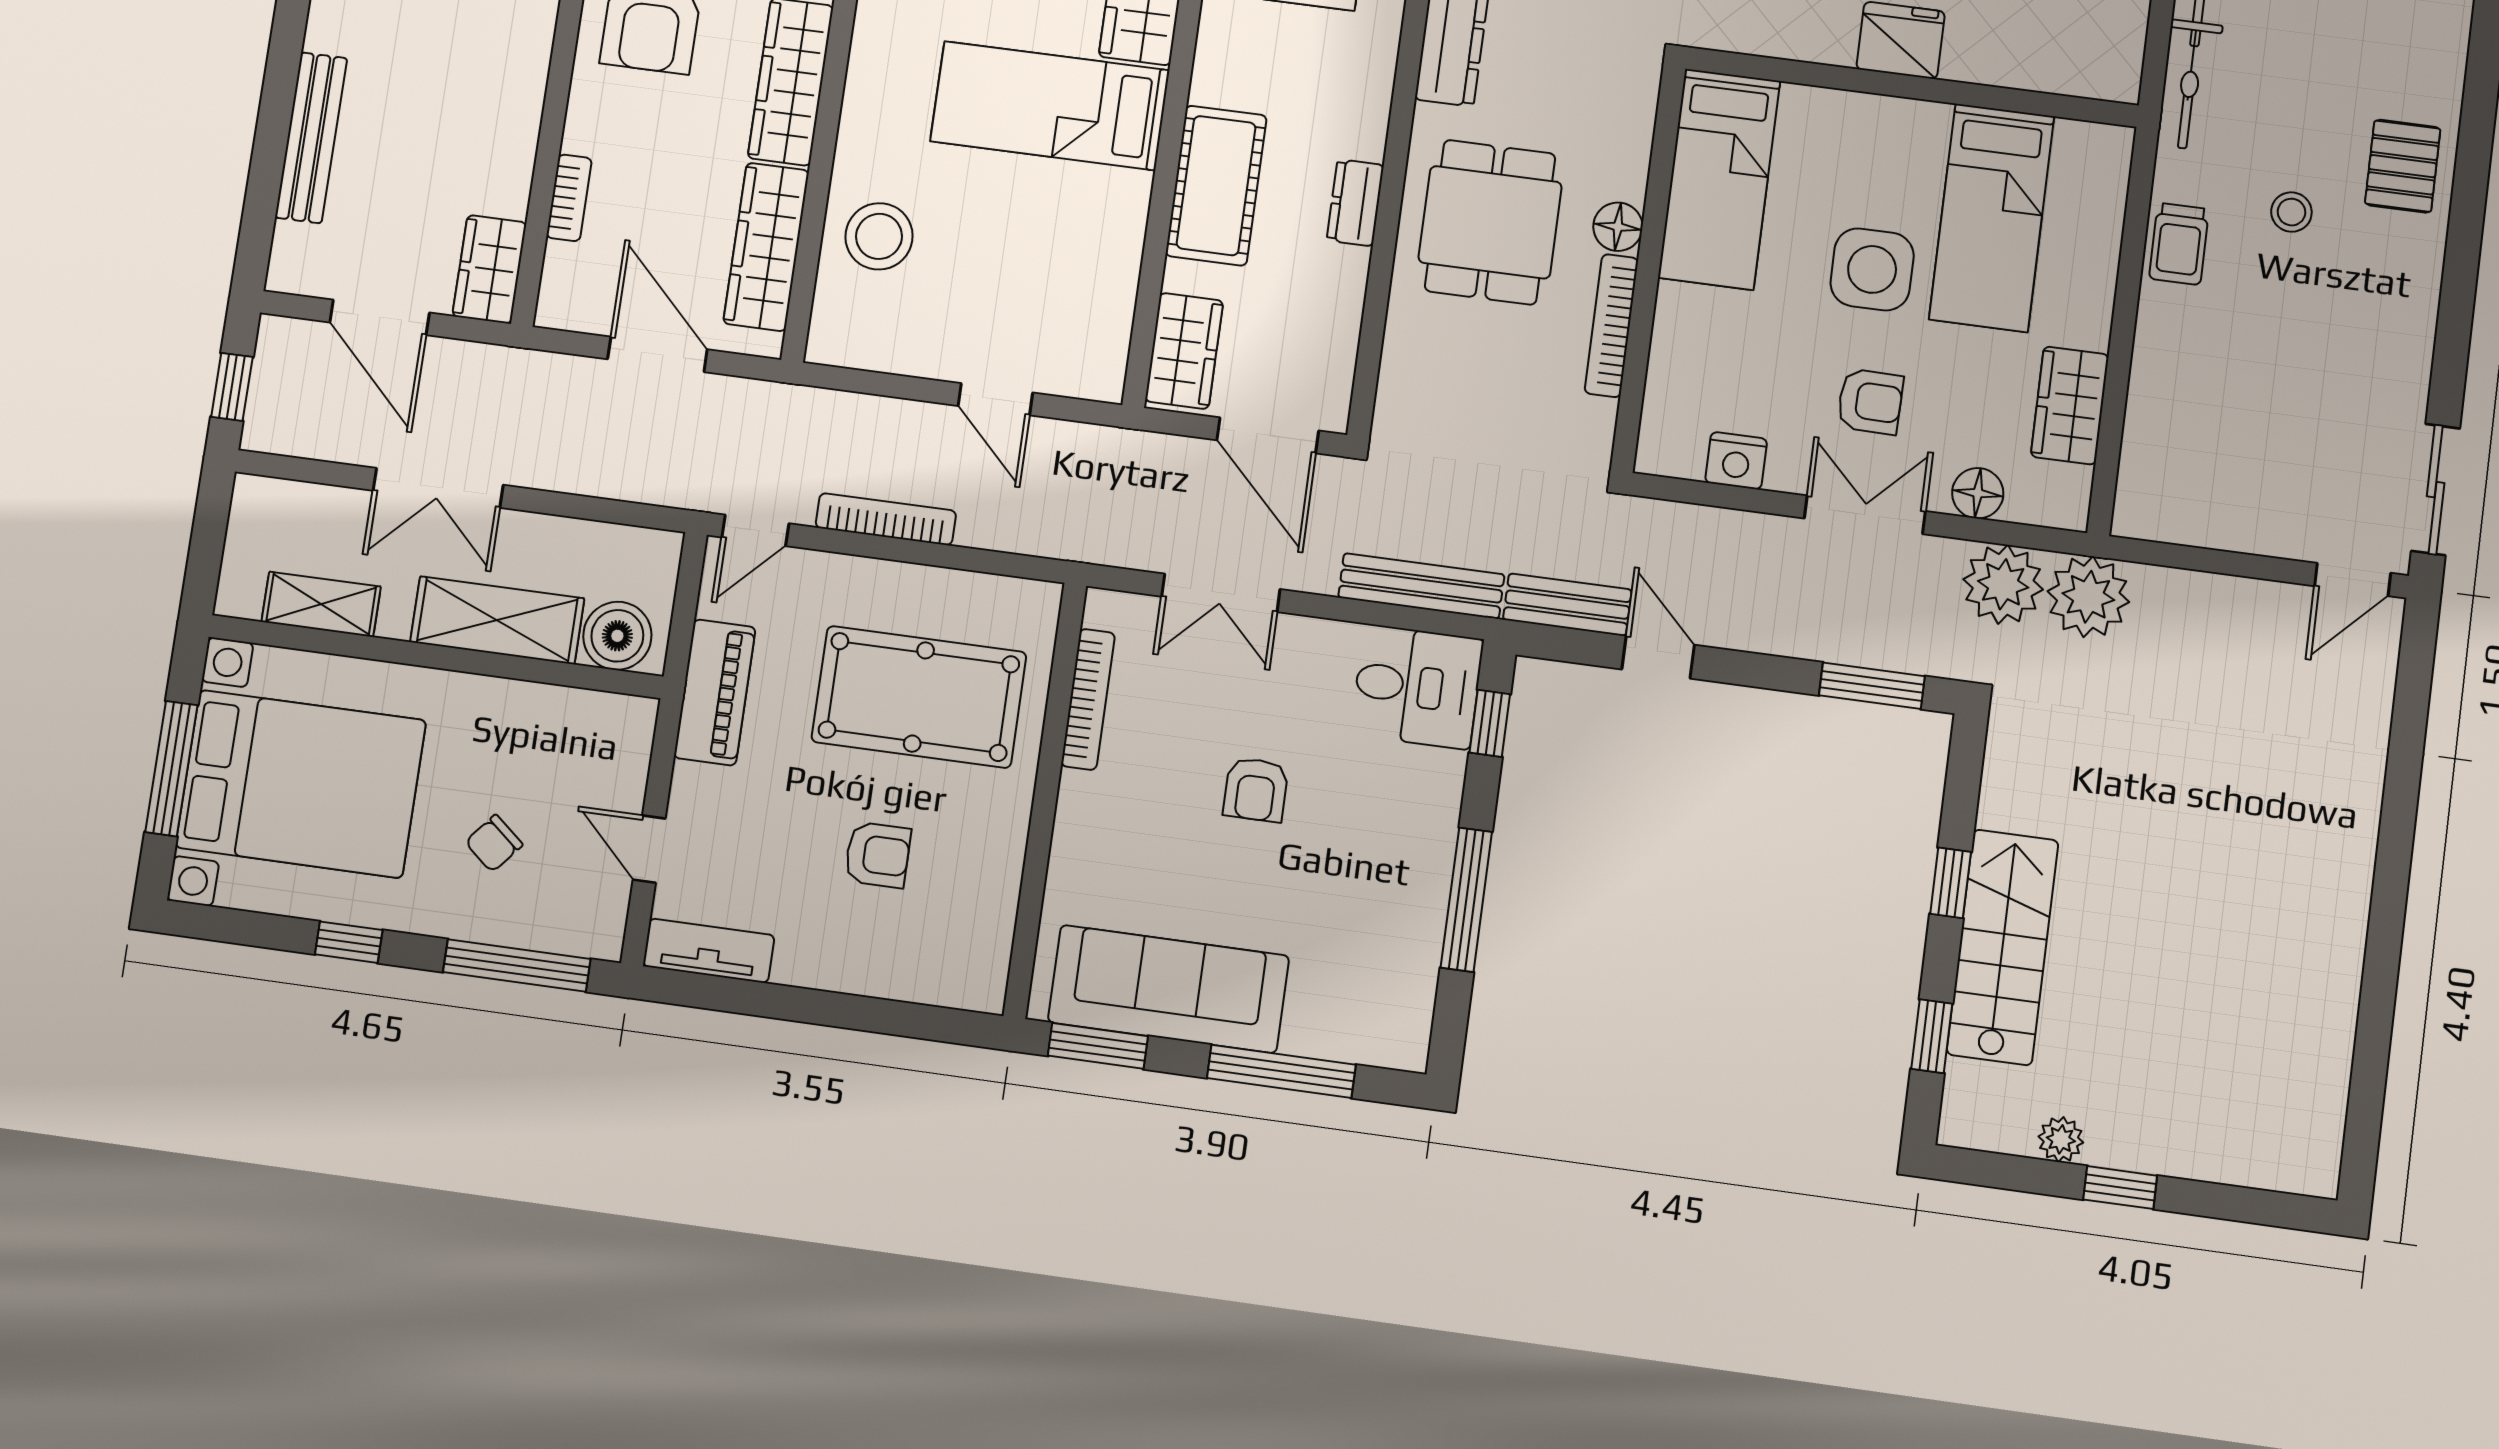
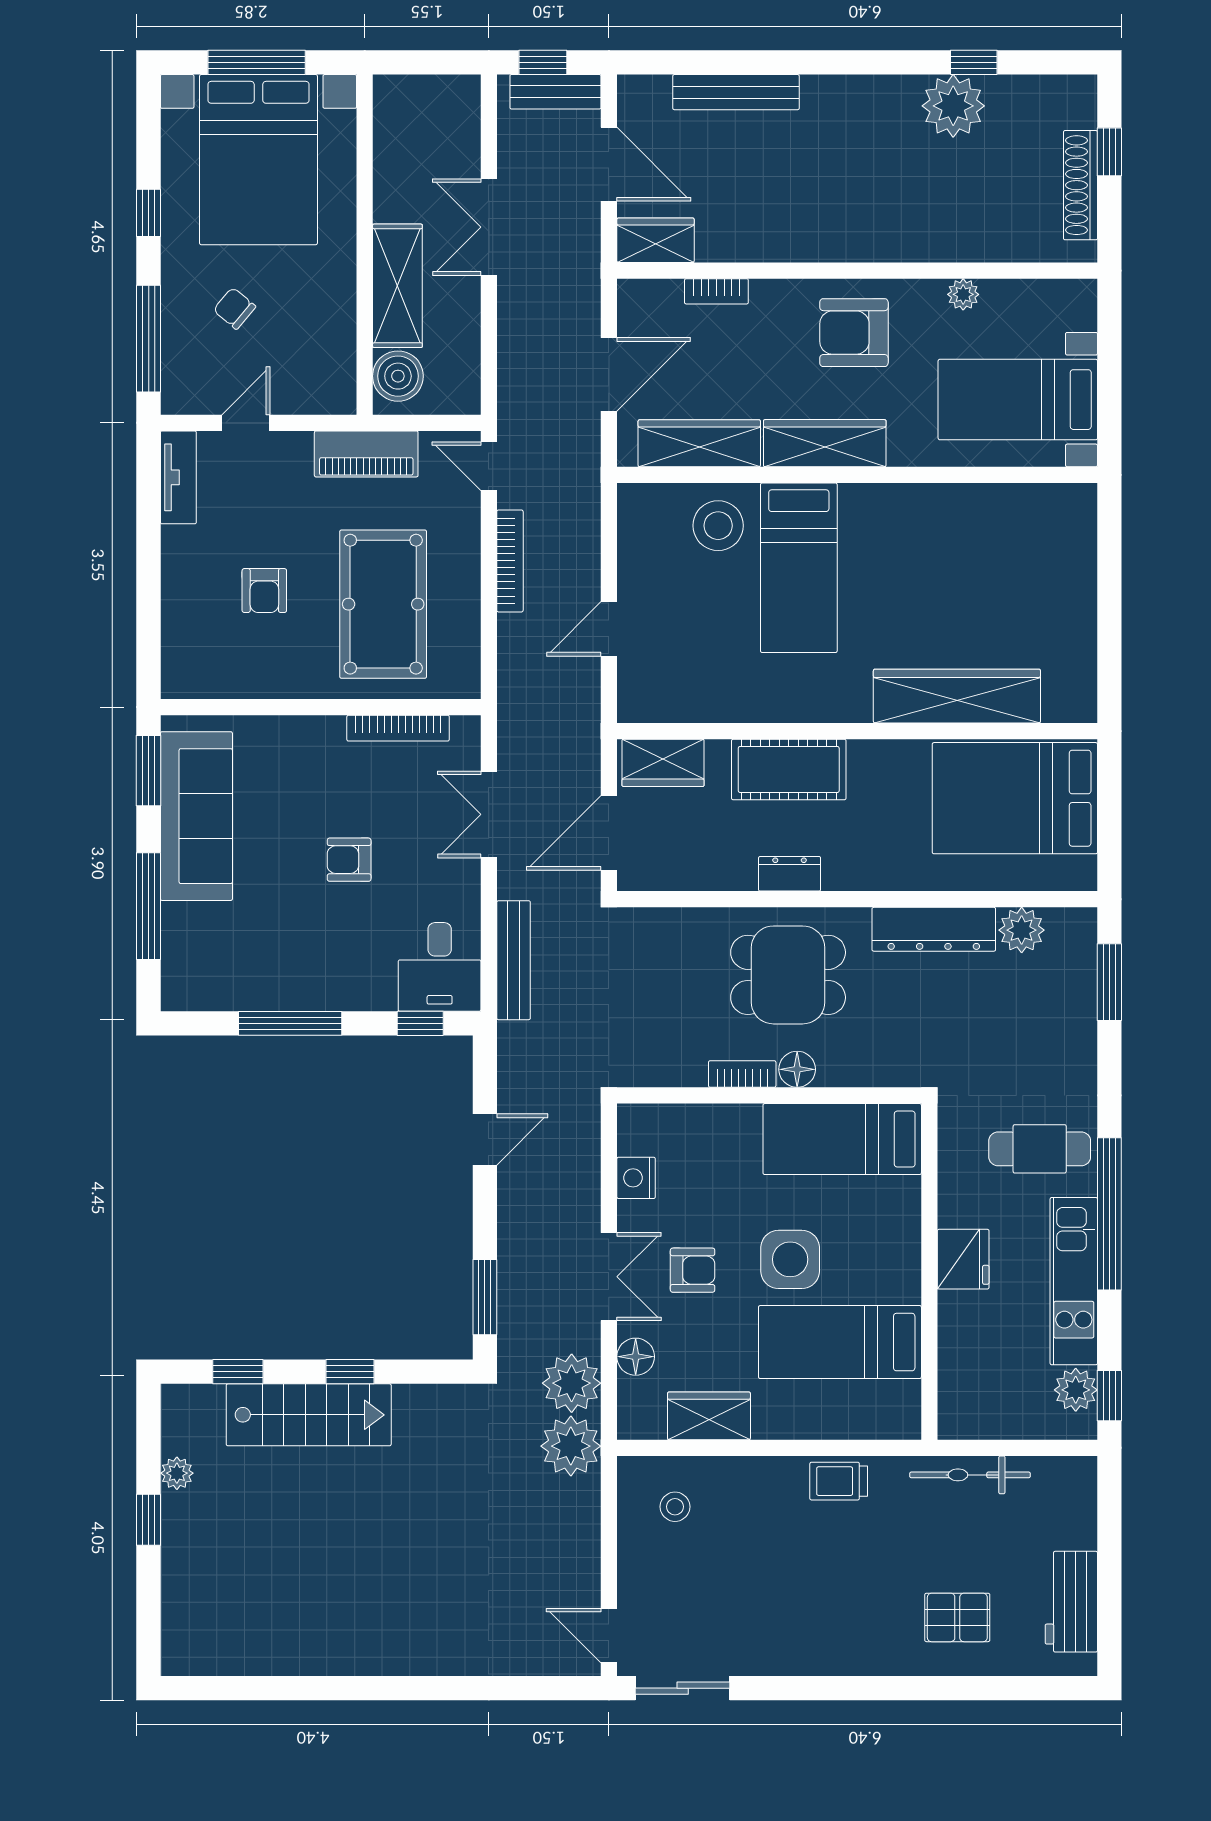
bed: (1050, 106) -> (799, 568), moved, turned 180
pallet: (2403, 166) -> (957, 1617), moved
stool: (2291, 212) -> (675, 1507), moved
door: (380, 317) -> (609, 164), swing flipped
bookcase: (1611, 326) -> (742, 1074), width x0.64
armchair: (1870, 401) -> (693, 1270), turned -91
shelving: (321, 604) -> (392, 154), removed
bench: (1567, 605) -> (555, 92), moved, turned 90

